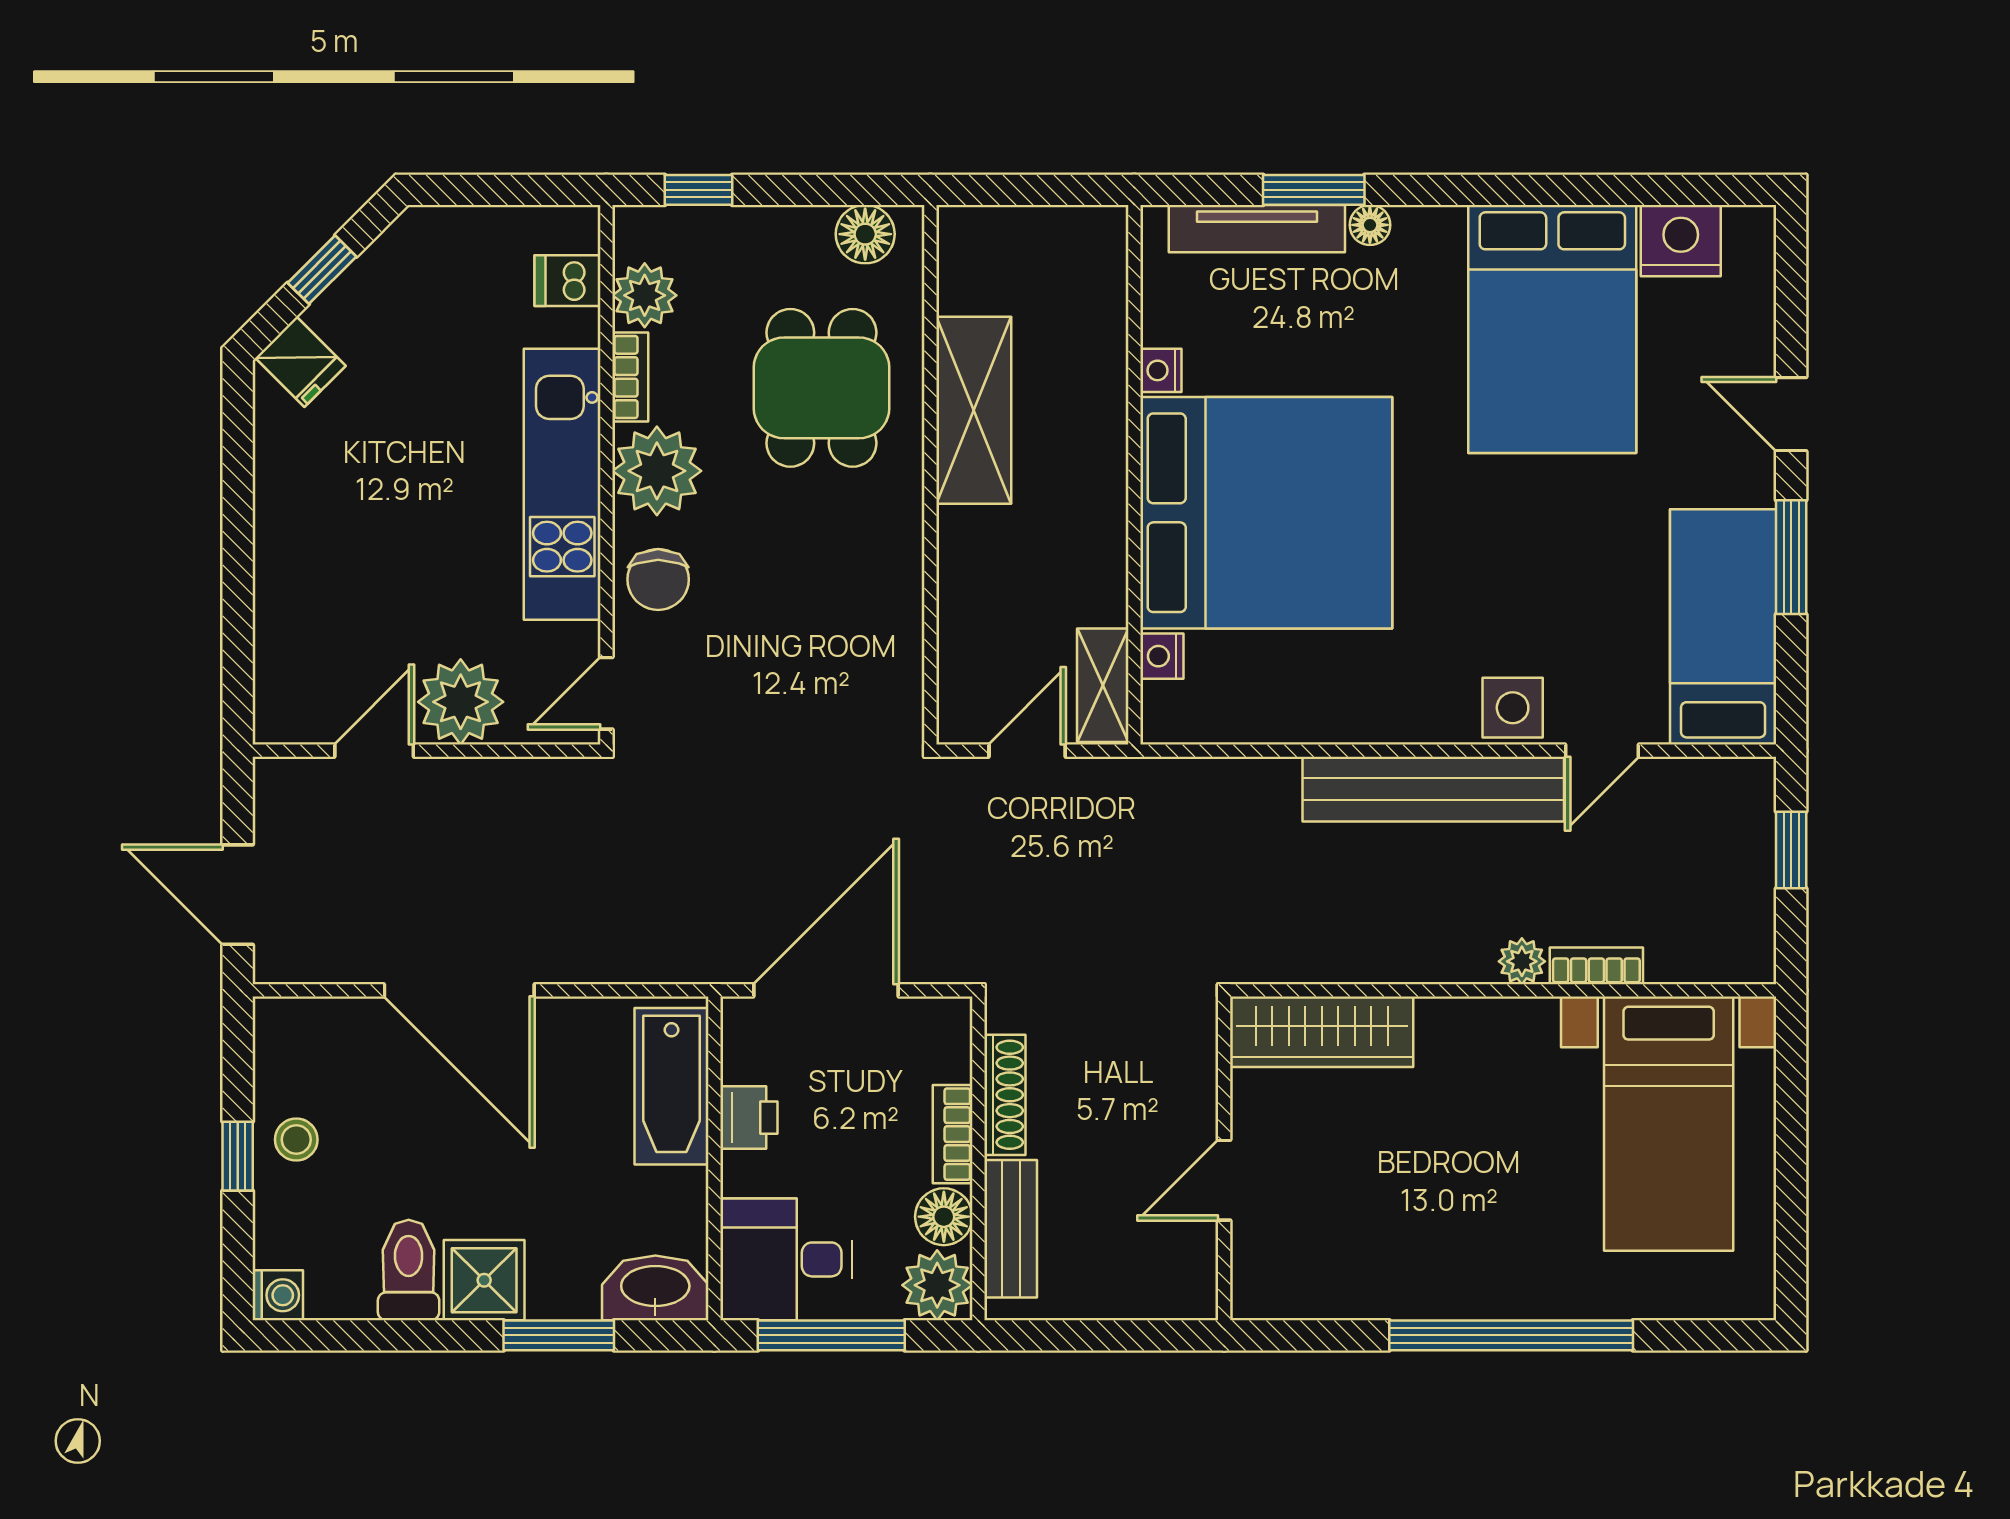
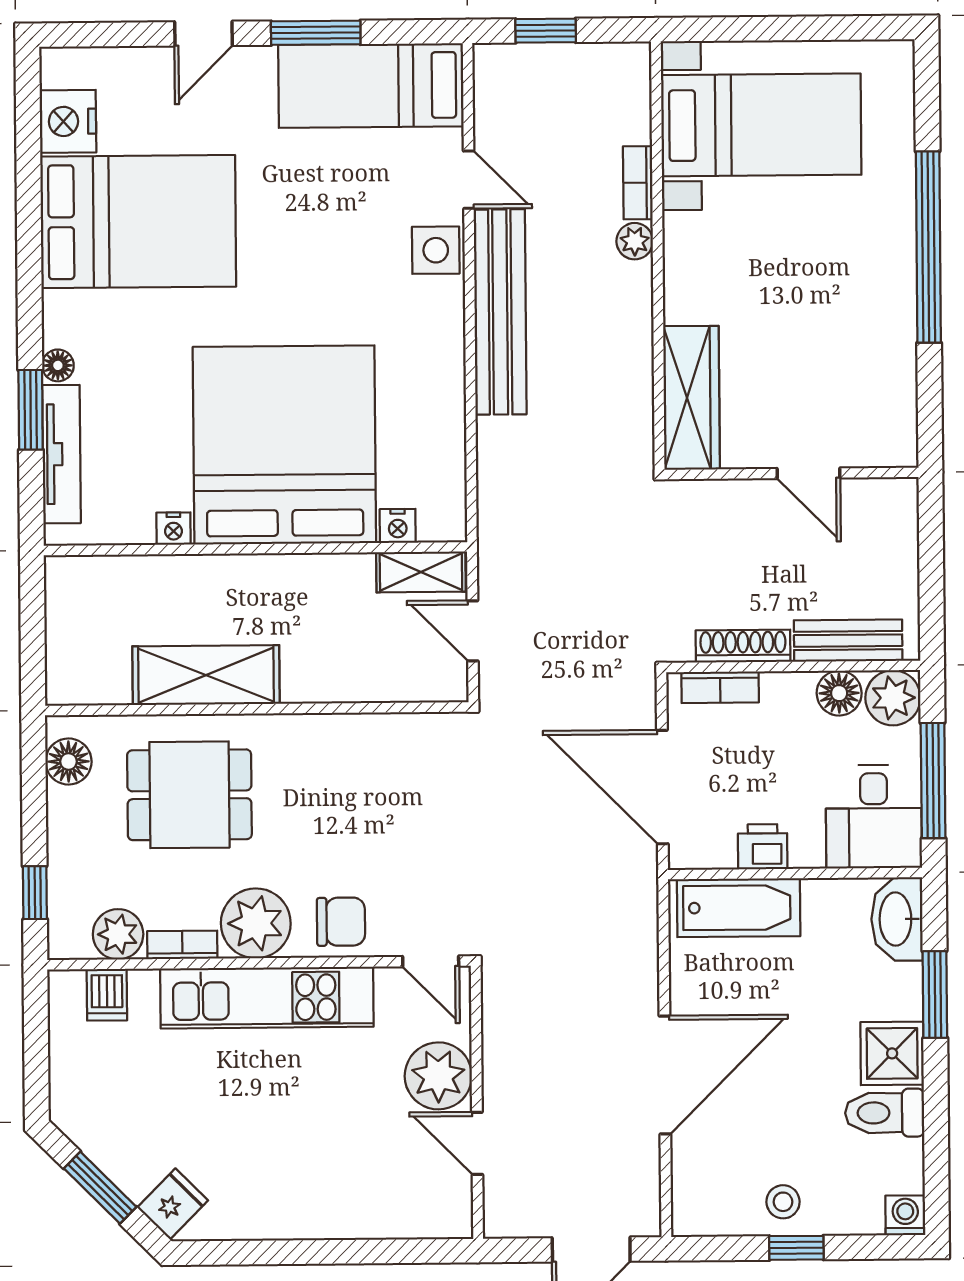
window: (322, 270) -> (100, 1188), width x1.50
bookcase: (953, 1134) -> (720, 687), moved

